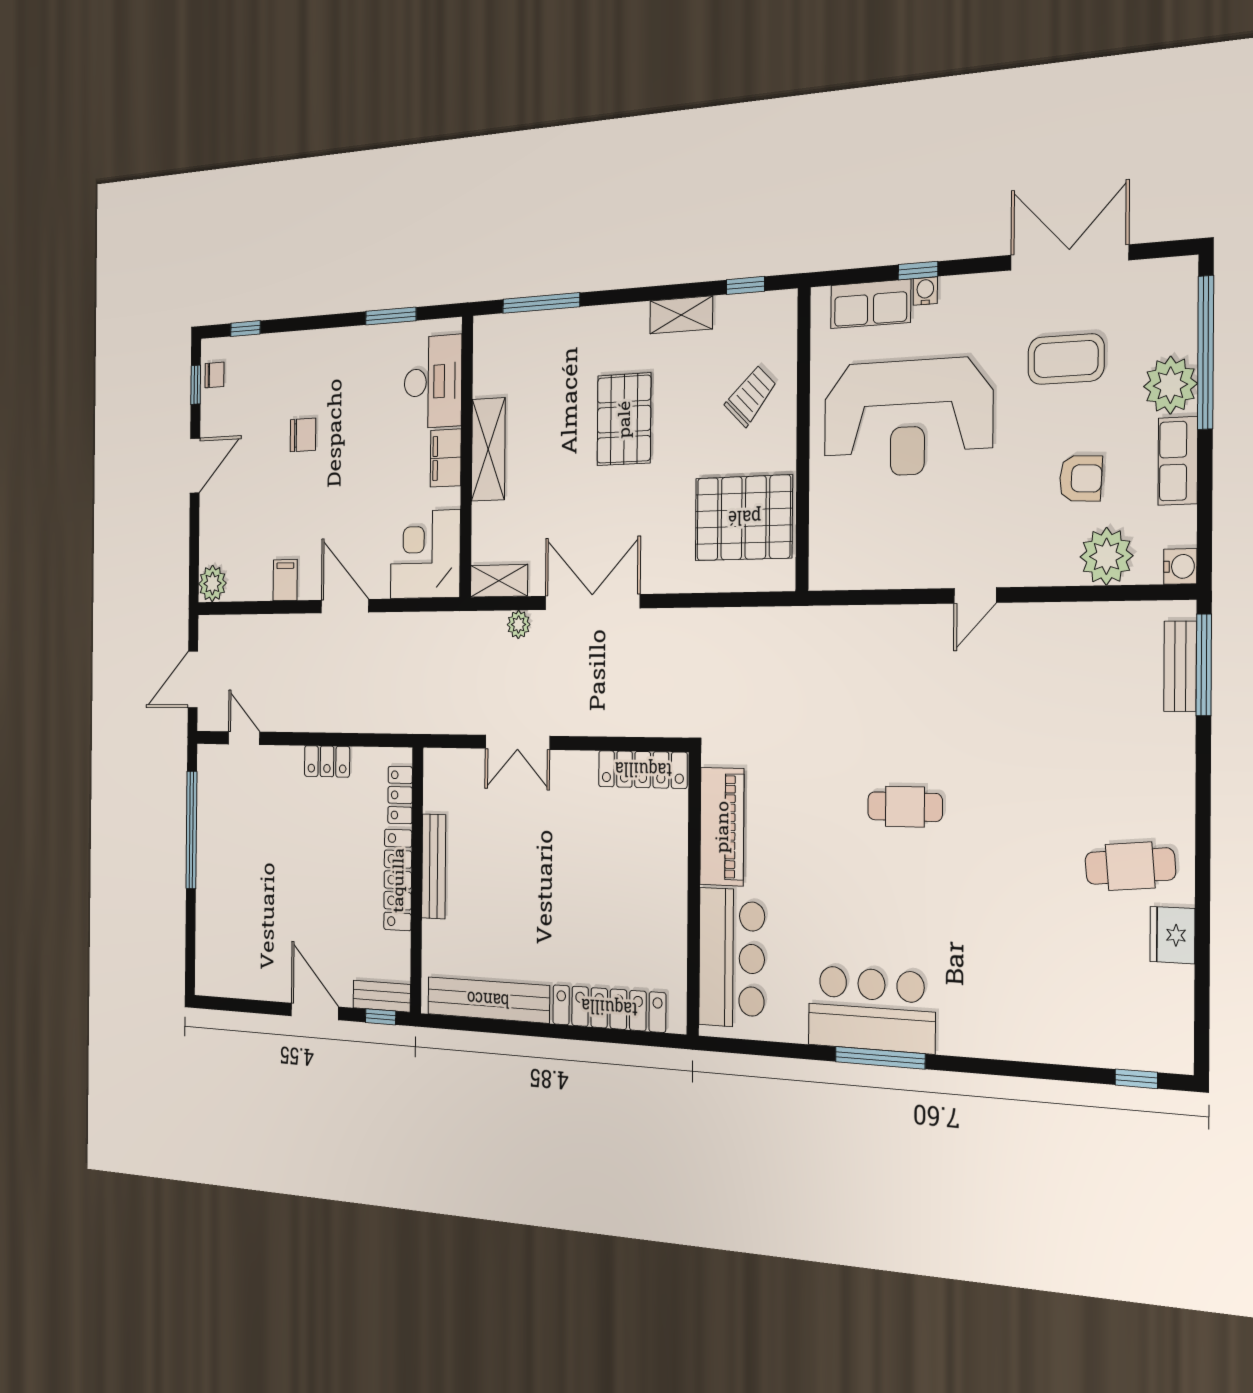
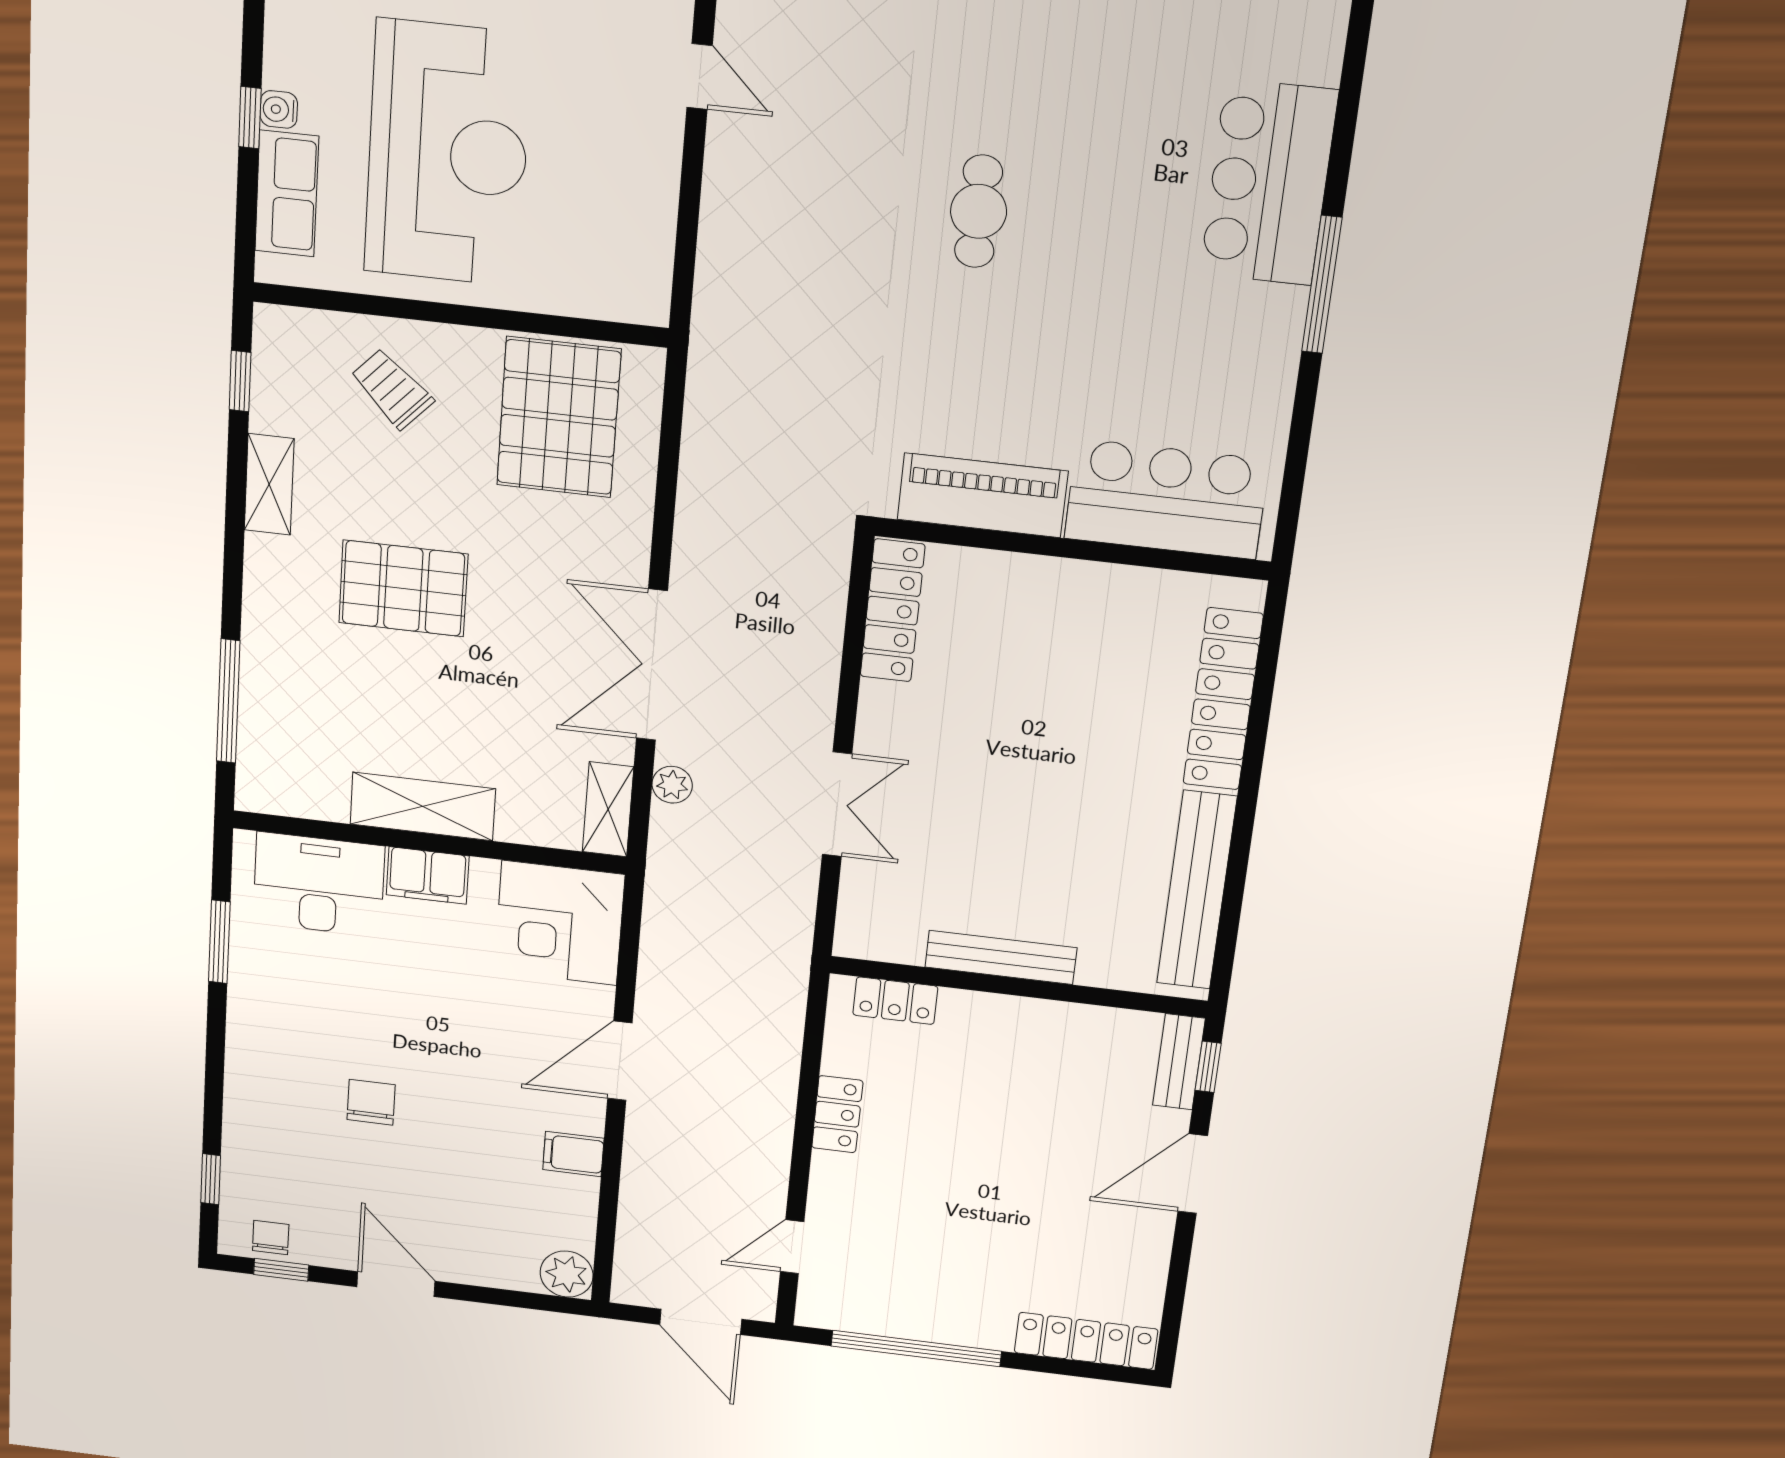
locker: (398, 880) -> (1086, 1341), moved, turned 180
bar counter: (871, 1009) -> (1269, 183), moved

